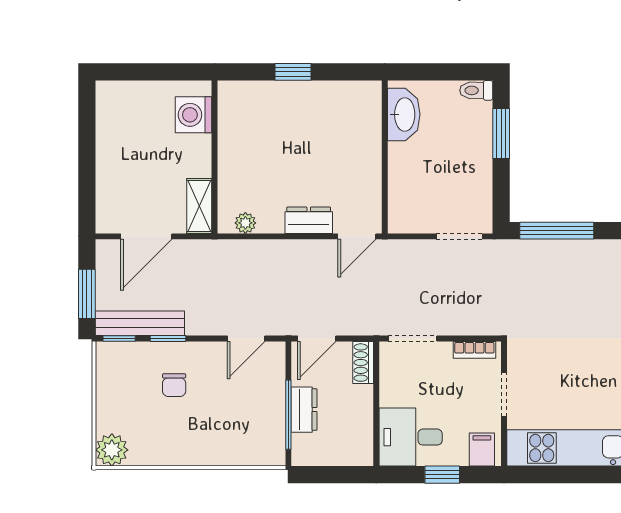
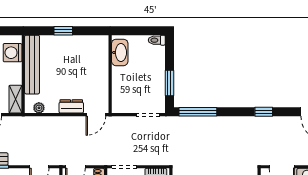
window: (501, 133) -> (169, 83), moved
bench: (232, 138) -> (32, 65), added

